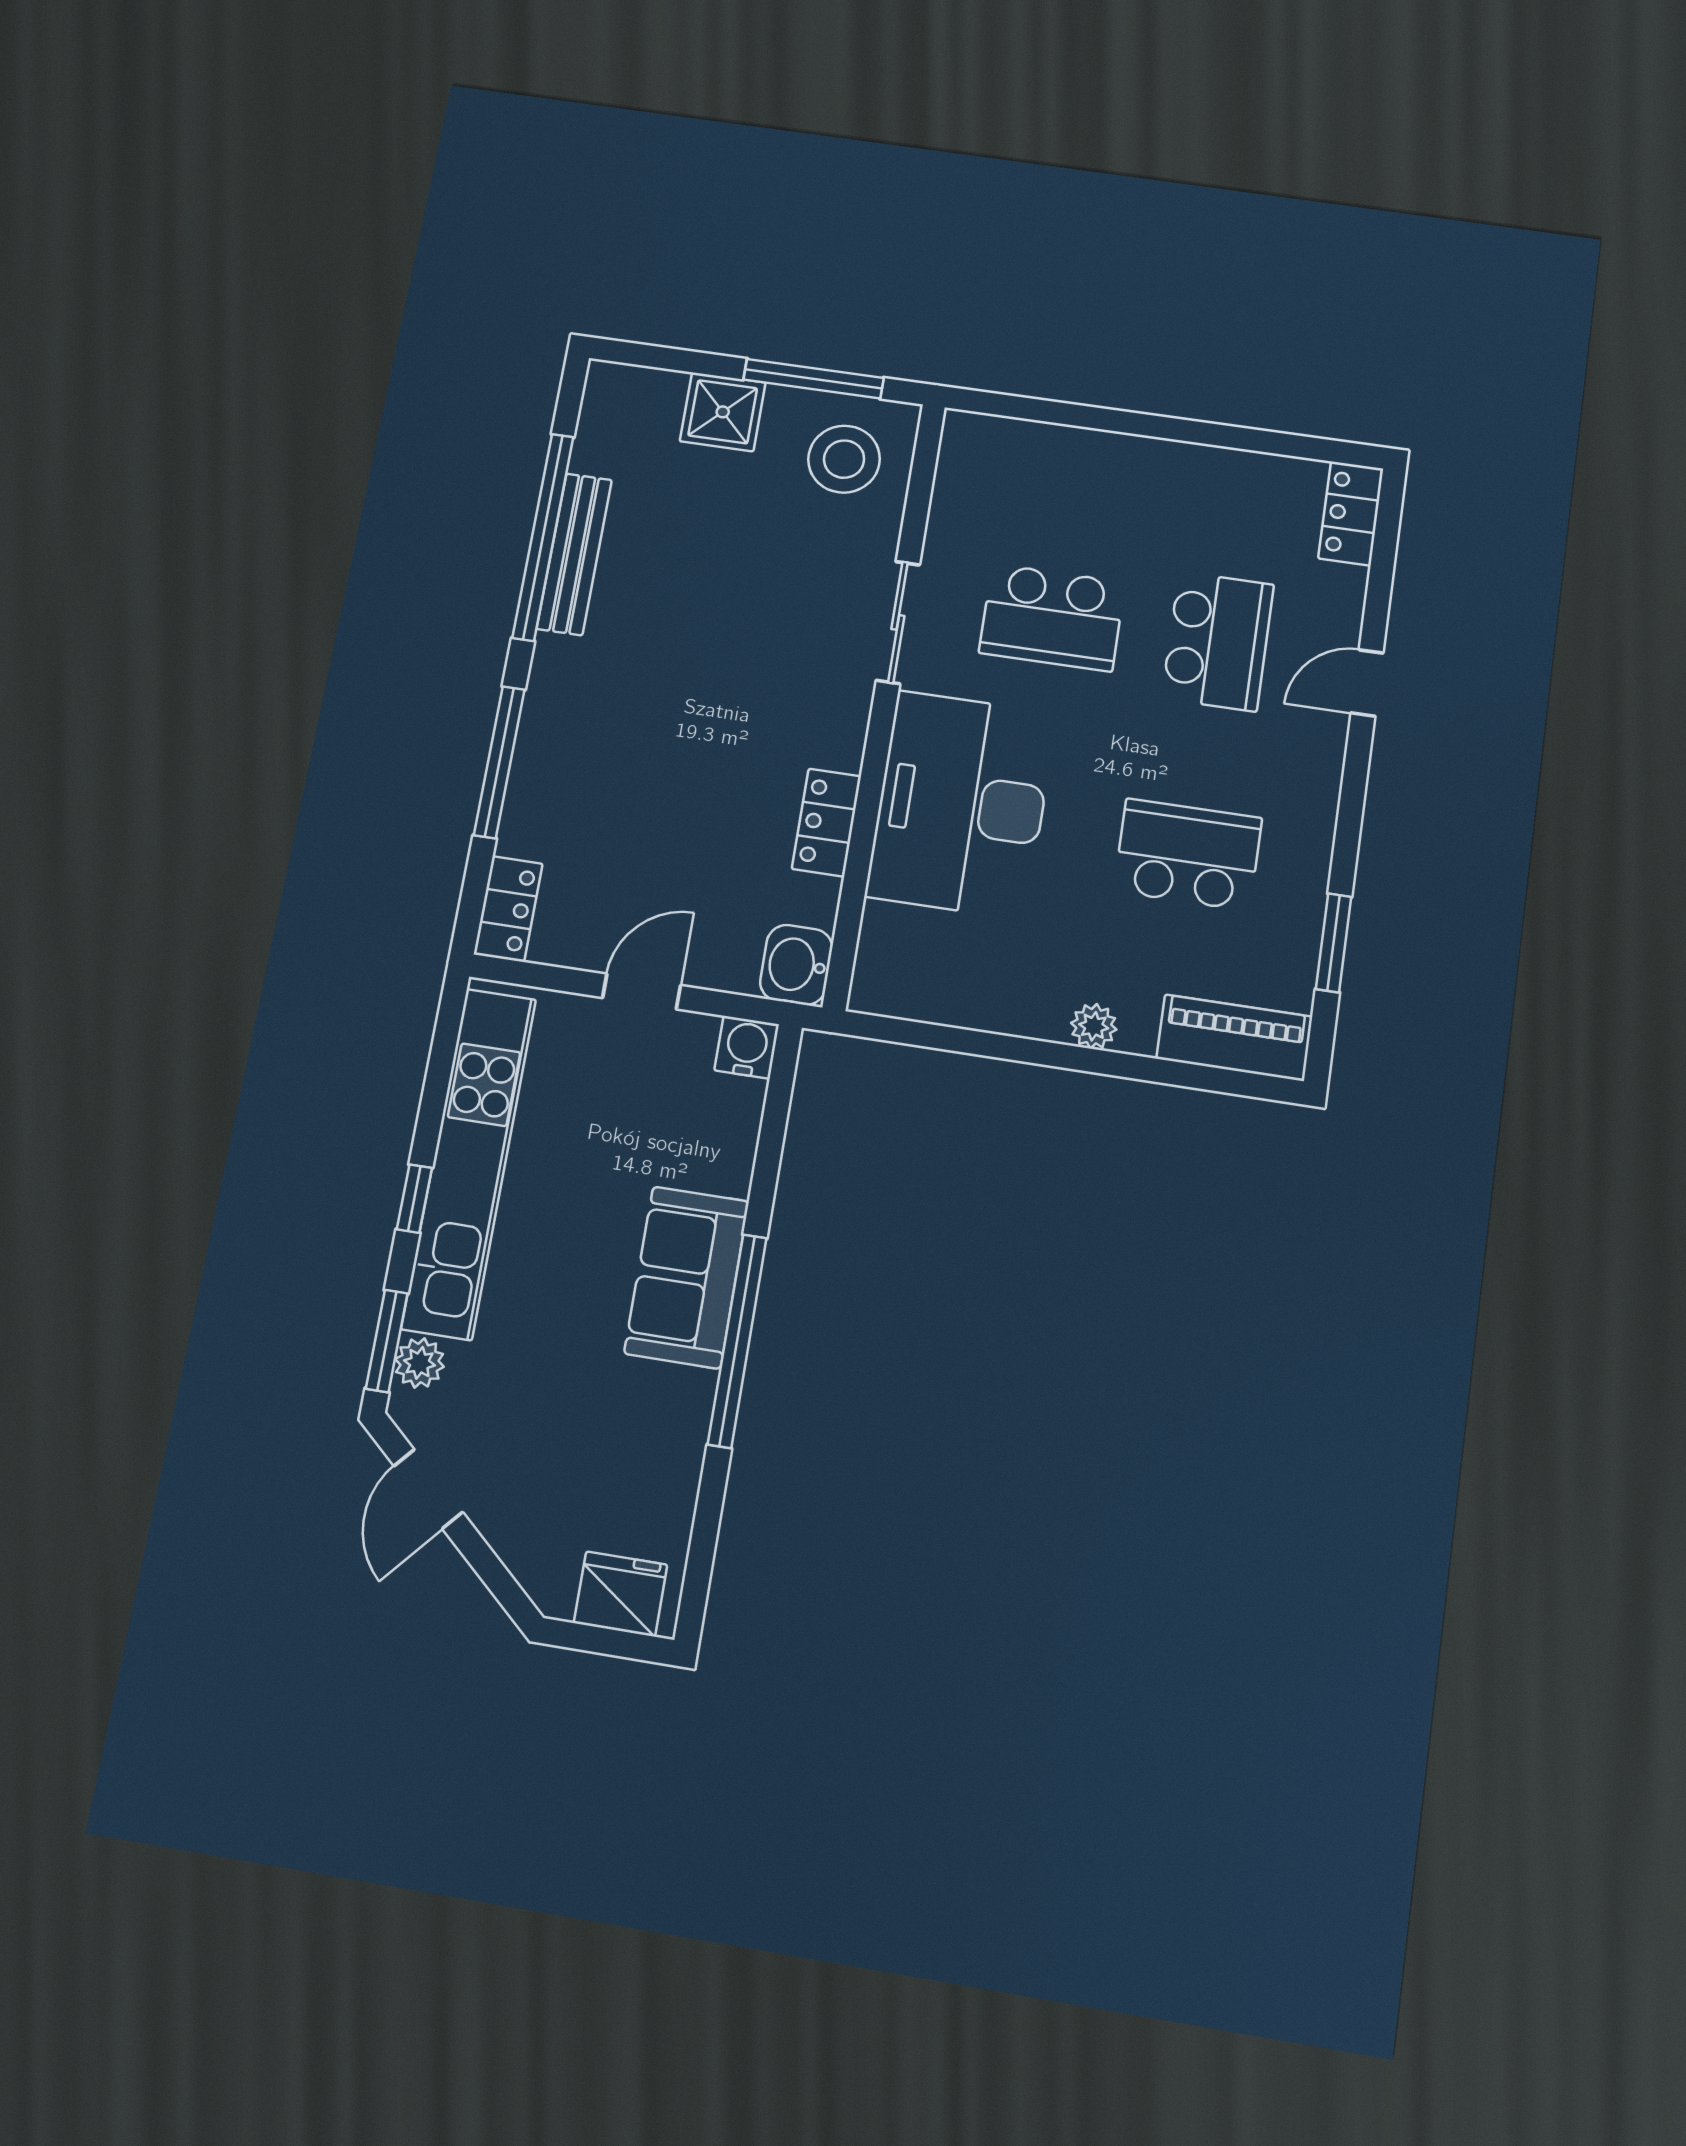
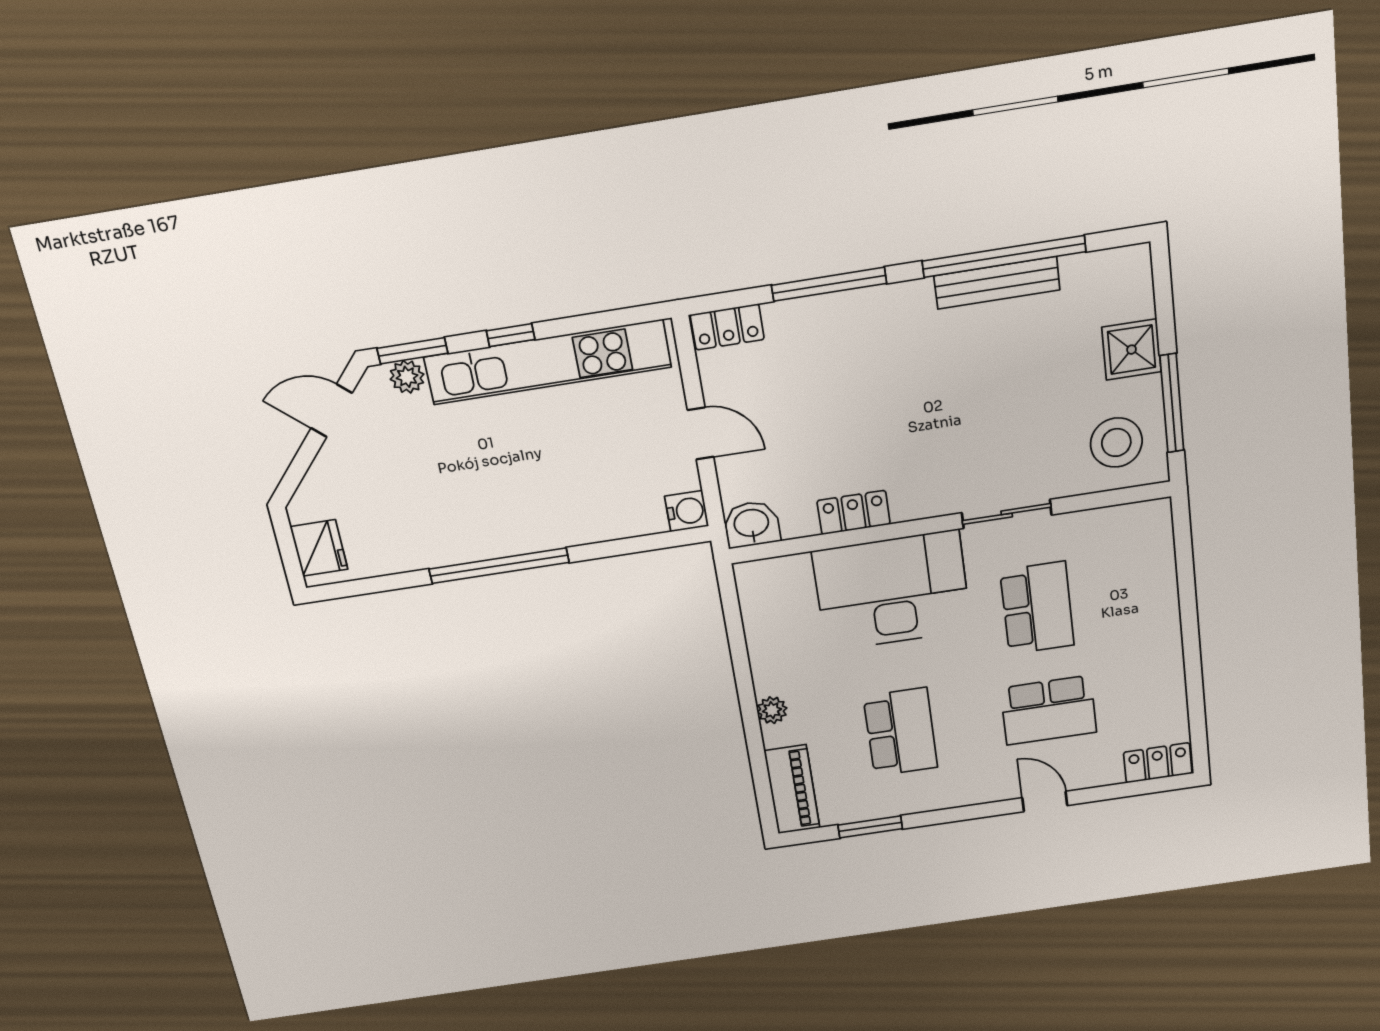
school desk: (1052, 618) -> (1037, 608), turned 180
sofa: (687, 1277) -> (526, 523), removed

